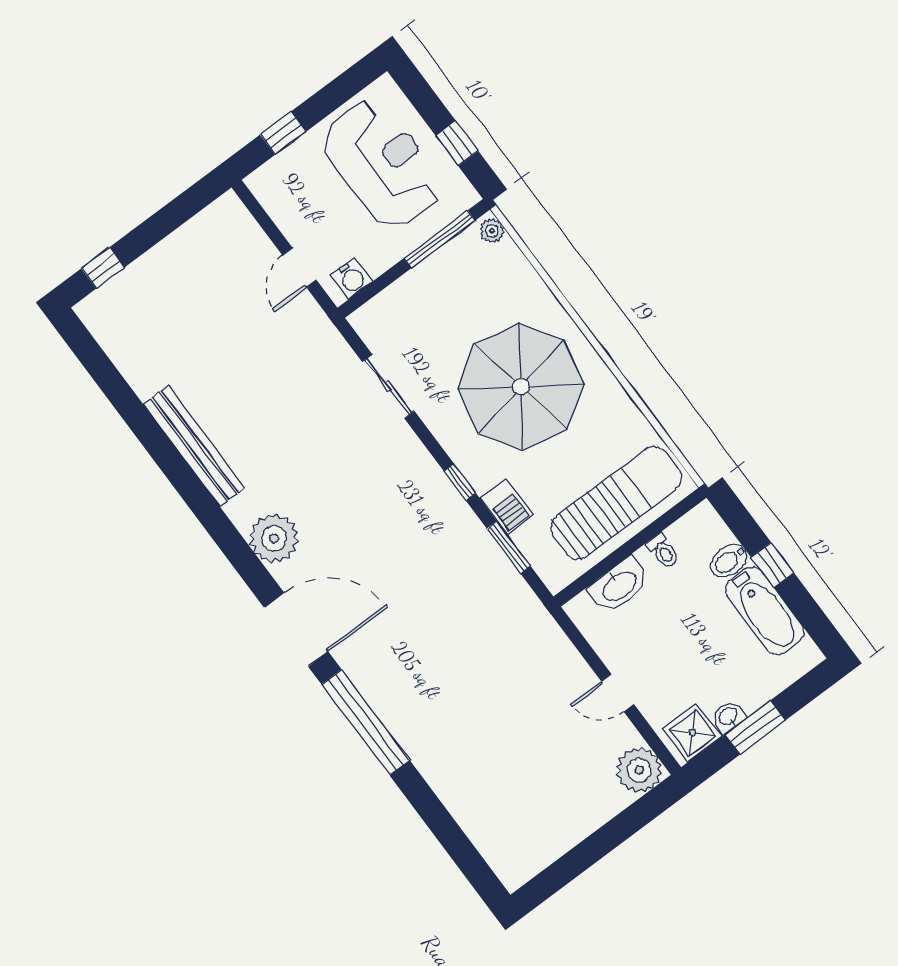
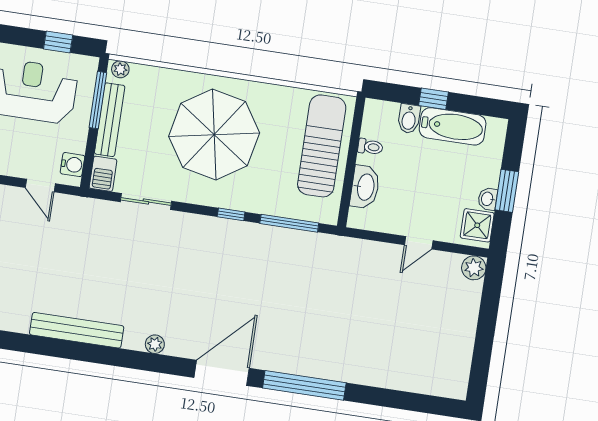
bench: (432, 270) -> (110, 120), added
barbecue: (507, 507) -> (103, 174), moved, turned 90
plant: (274, 538) -> (155, 344), width x0.53, depth x0.53
window: (509, 547) -> (289, 223), width x1.44
plant: (639, 770) -> (474, 268), width x0.73, depth x0.73

